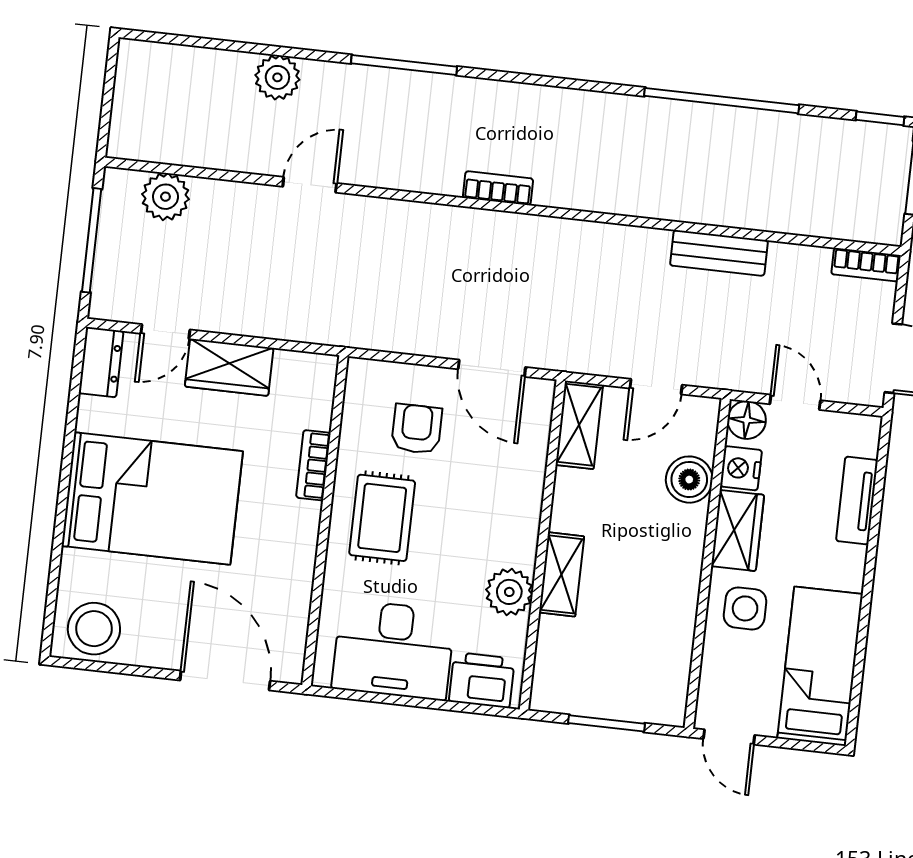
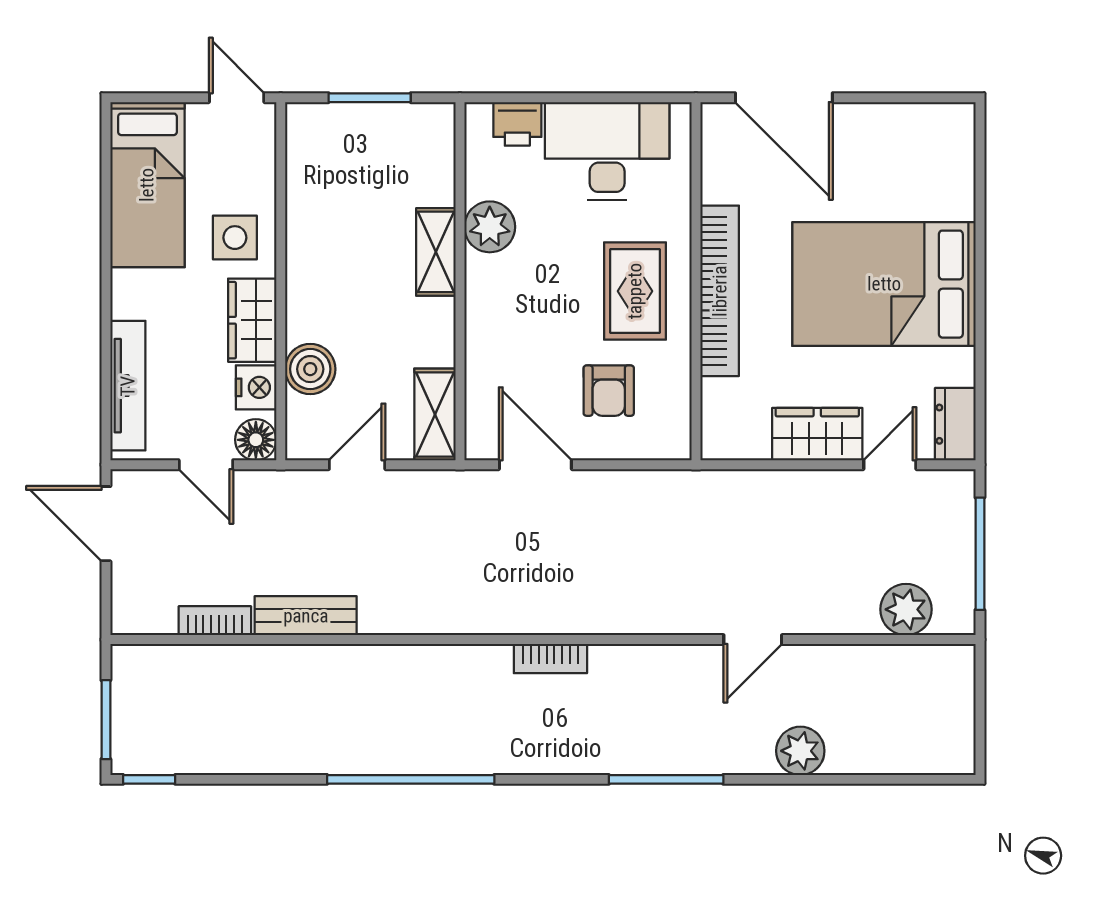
window: (722, 101) -> (411, 779), moved
bookcase: (866, 265) -> (215, 621), moved
bookcase: (313, 465) -> (720, 291), width x2.31, depth x1.31
tv unit: (857, 500) -> (128, 386), width x1.41
stool: (94, 629) -> (931, 138), removed
printer: (482, 680) -> (517, 124), width x0.73, depth x0.81

